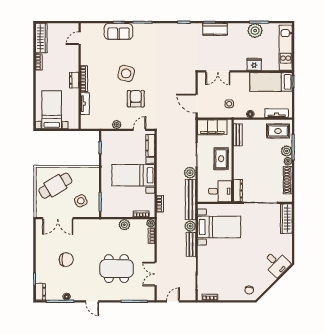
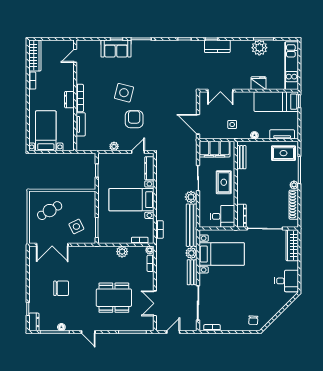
plant: (287, 151) -> (293, 174), removed
cafe table: (55, 186) -> (50, 211), width x0.73, depth x0.74
desk: (276, 263) -> (287, 281), moved, turned -45

